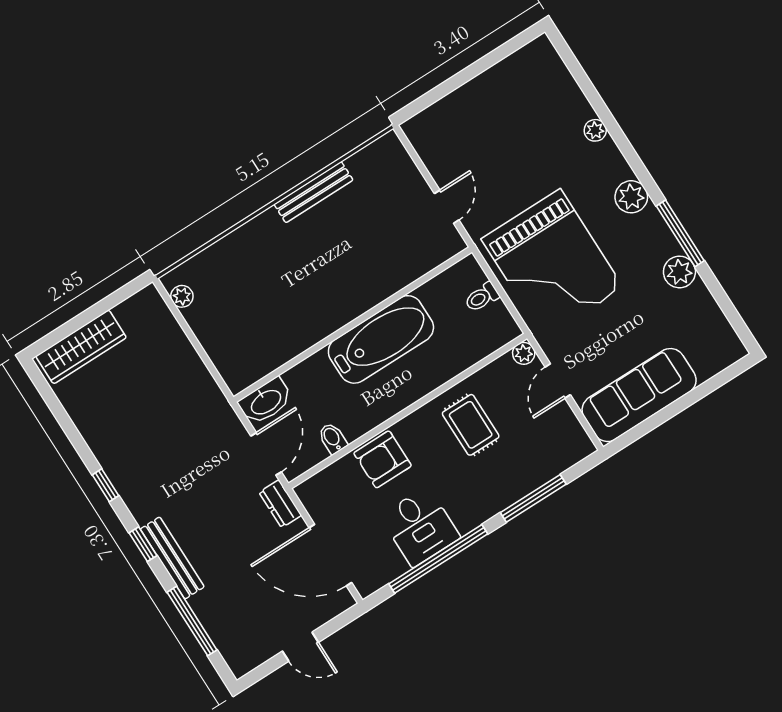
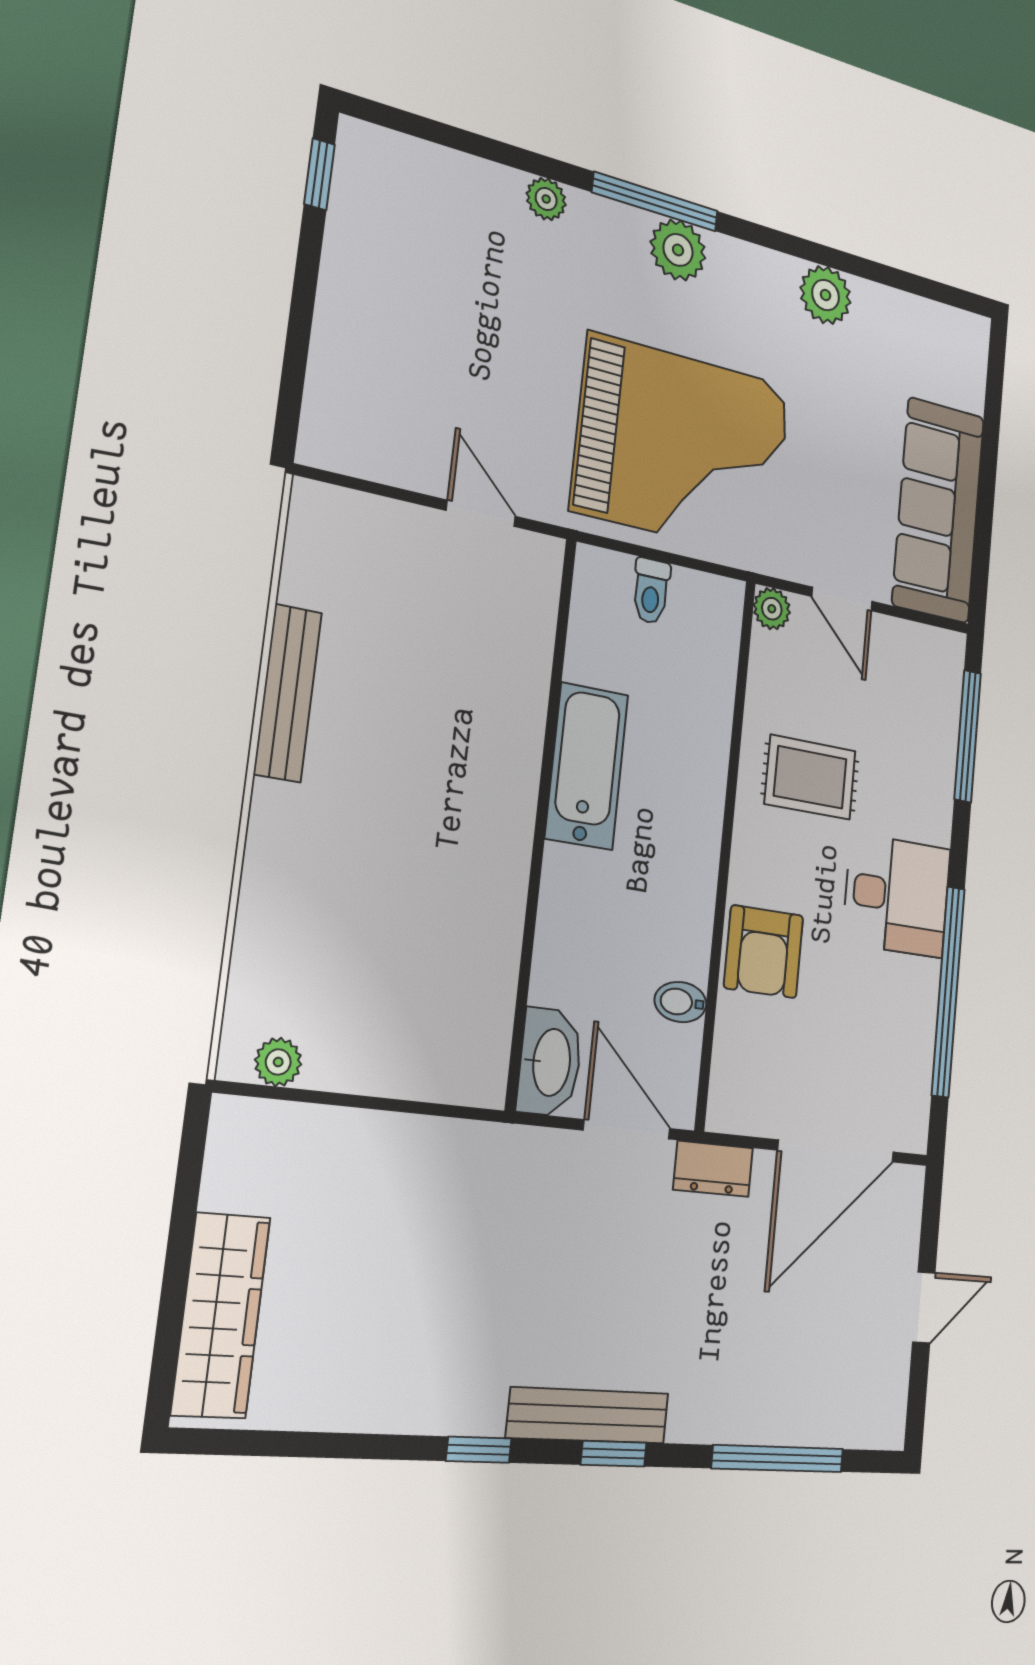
window: (514, 44) -> (319, 174), added
window: (680, 233) -> (655, 202), moved
bathtub: (381, 339) -> (587, 766), width x0.73, depth x0.73
window: (533, 498) -> (968, 736), moved
desk: (420, 527) -> (897, 895), moved
bench: (172, 558) -> (588, 1415), moved

